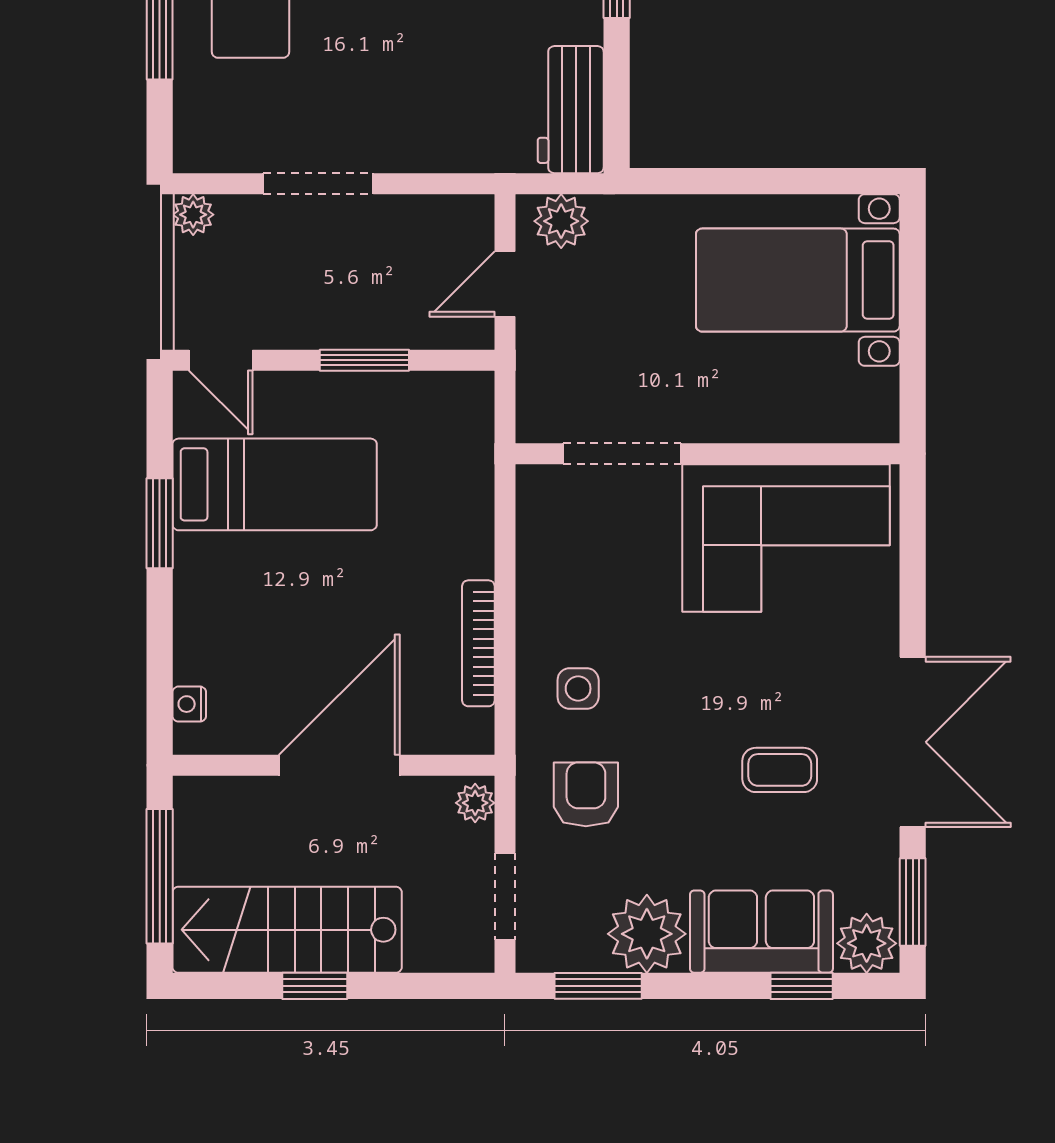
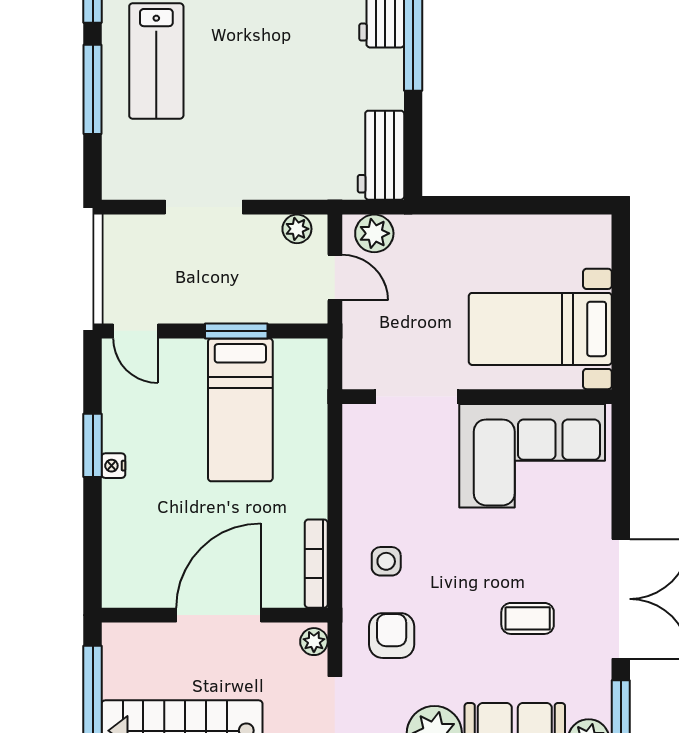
plant: (193, 215) -> (297, 229), moved
bed with nightstands: (798, 280) -> (540, 329), moved
door: (505, 284) -> (335, 277), swing flipped
bed: (275, 484) -> (240, 410), moved, turned 90
bookcase: (478, 643) -> (316, 564), moved
nightstand: (189, 704) -> (113, 466), moved

